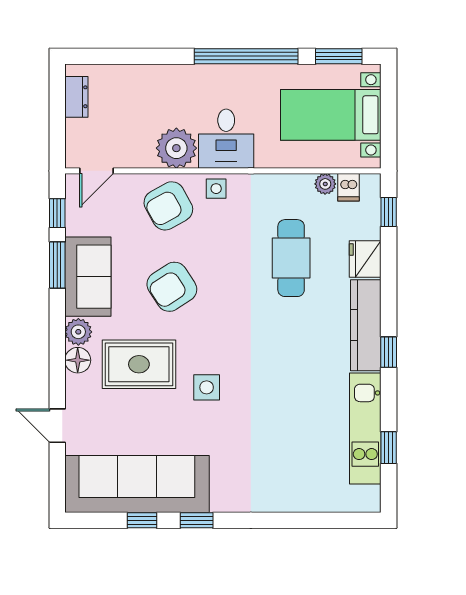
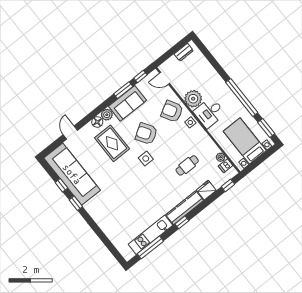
cafe table: (291, 258) -> (187, 165), width x0.73, depth x0.74
side table: (207, 387) -> (146, 158), moved
window: (389, 448) -> (150, 247), width x2.17

